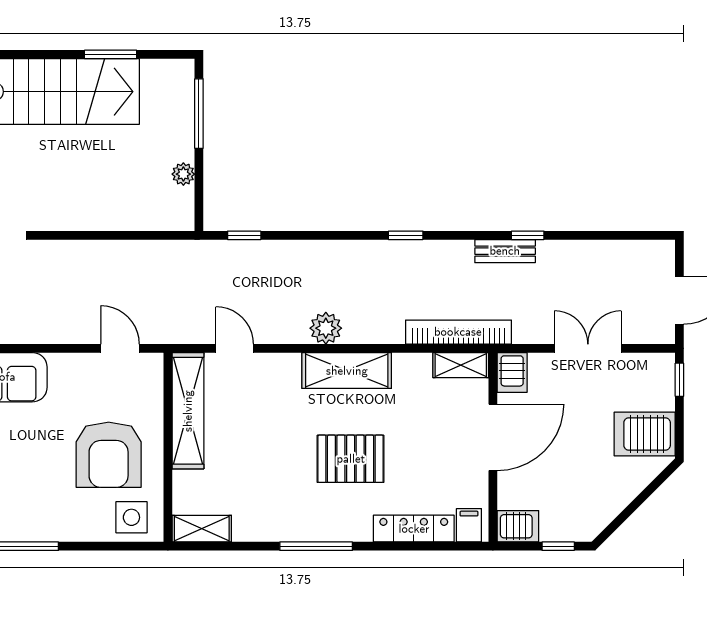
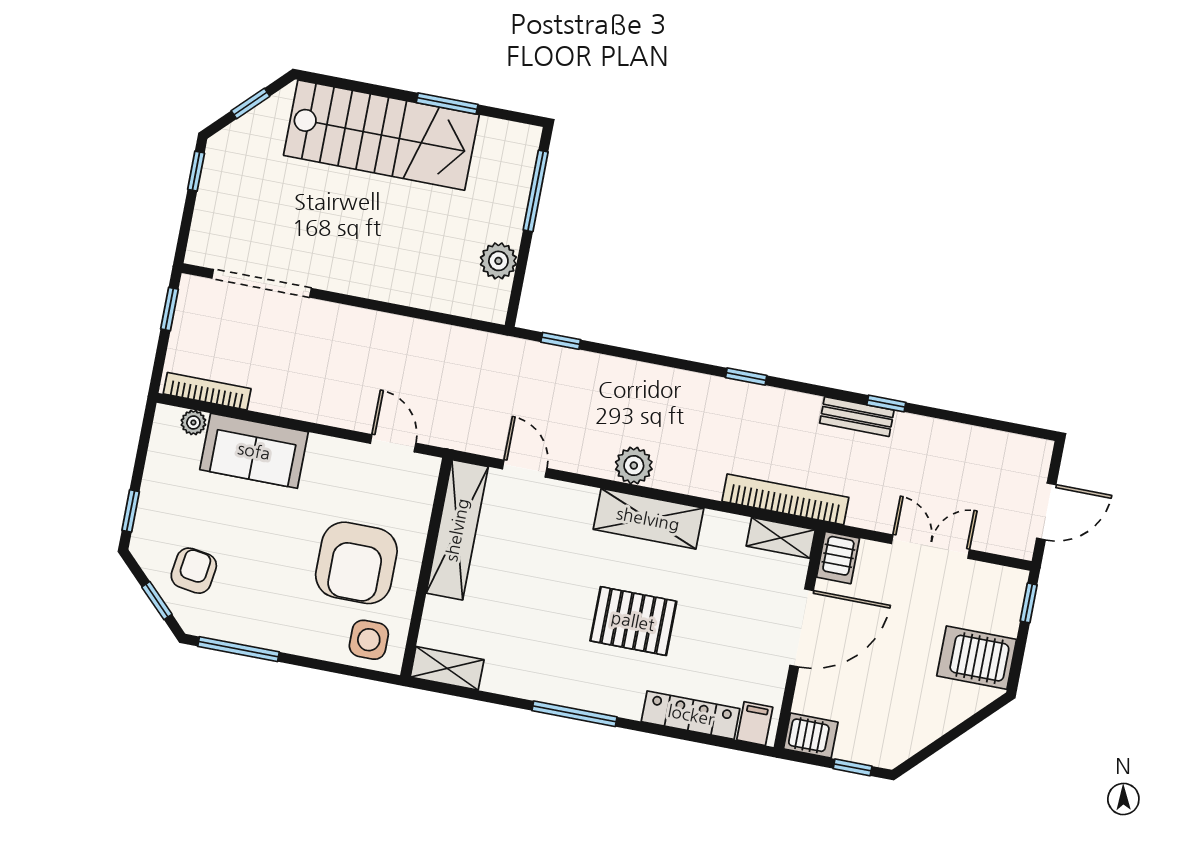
plant: (183, 174) -> (498, 261), width x1.38, depth x1.38

